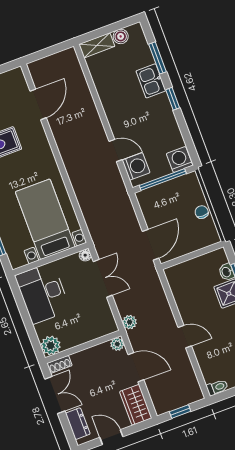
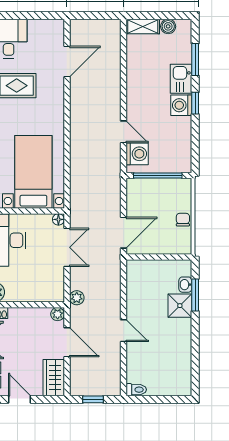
washing machine: (180, 160) -> (181, 105), moved, turned -90

